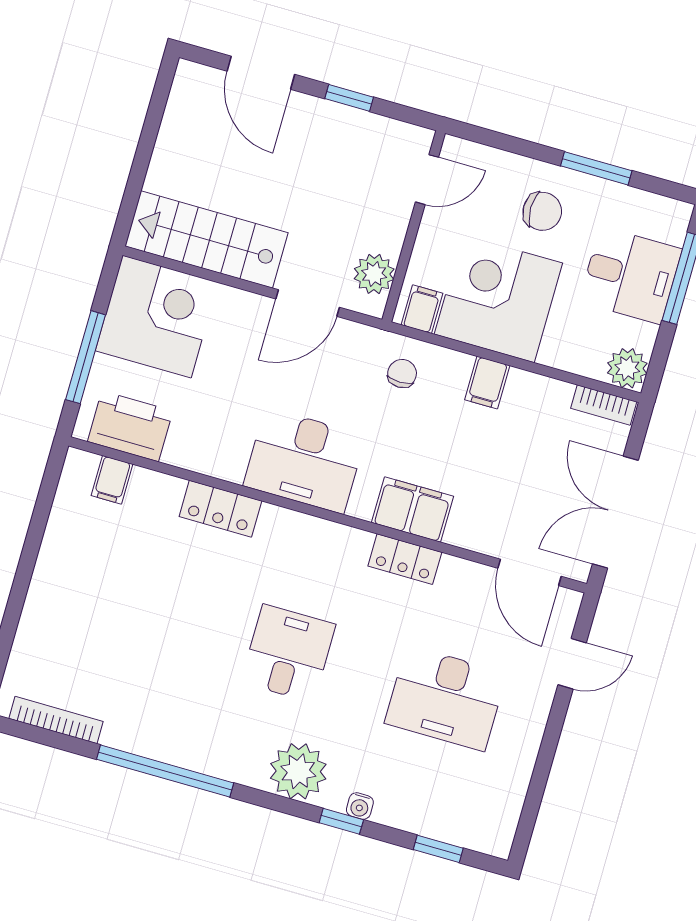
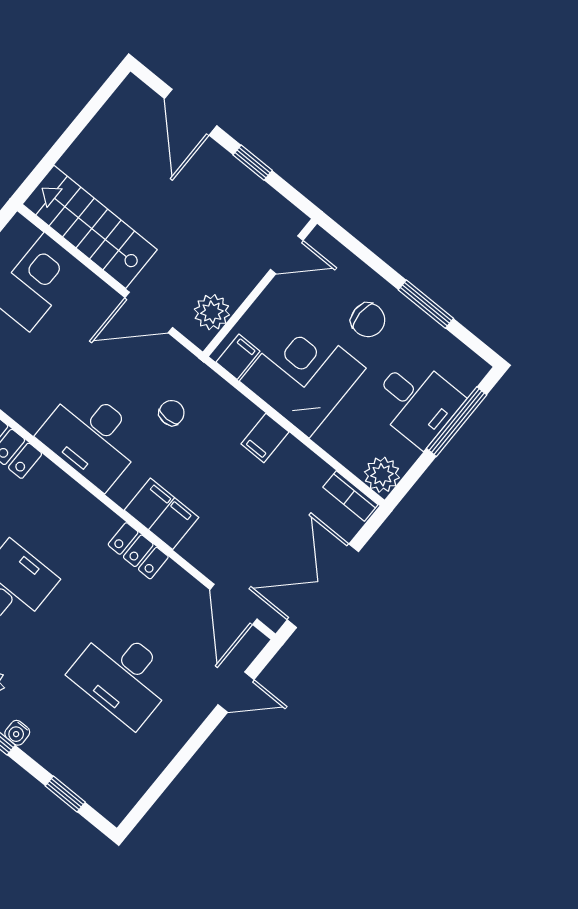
chair: (402, 373) -> (172, 413), moved

